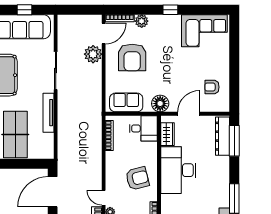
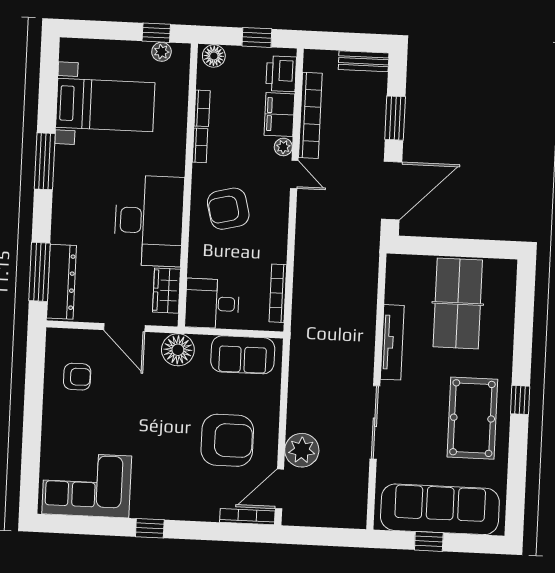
plant: (142, 21) -> (206, 509), removed
armchair: (132, 58) -> (227, 440), turned 90
door: (189, 114) -> (124, 328), hinge flipped

